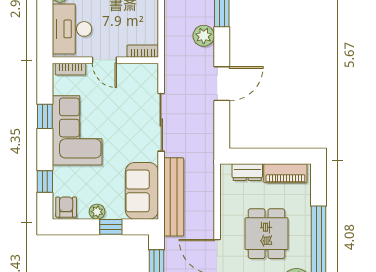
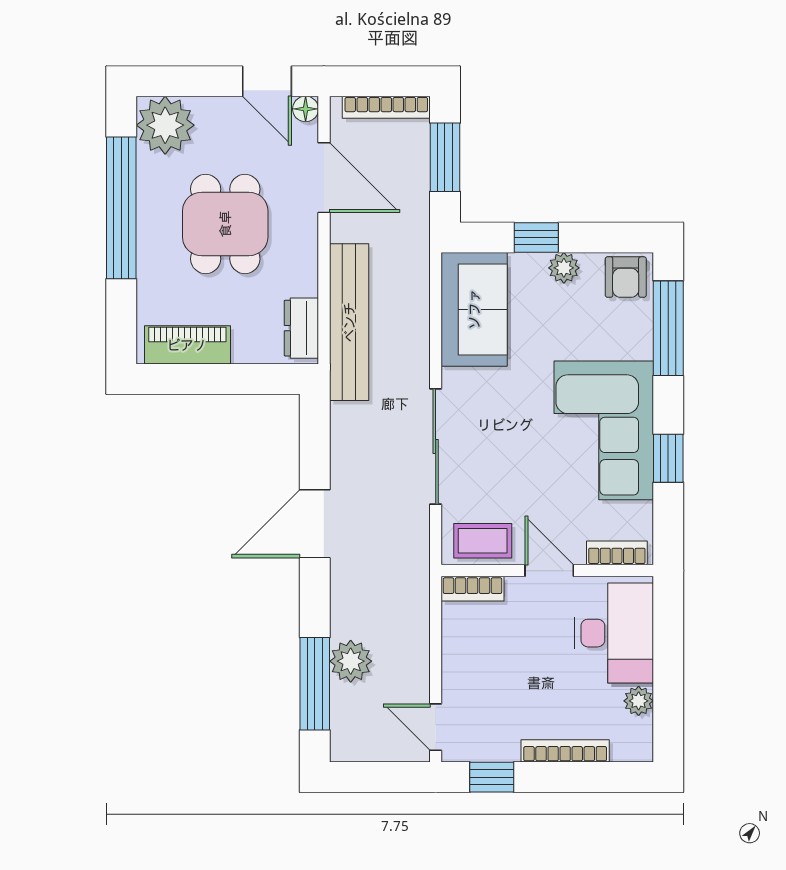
plant: (204, 36) -> (351, 661), moved
coffee table: (138, 75) -> (483, 541), added
dresser: (247, 172) -> (301, 328), moved, turned -90
window: (45, 181) -> (668, 328), width x2.17
bench: (174, 197) -> (349, 322), moved

